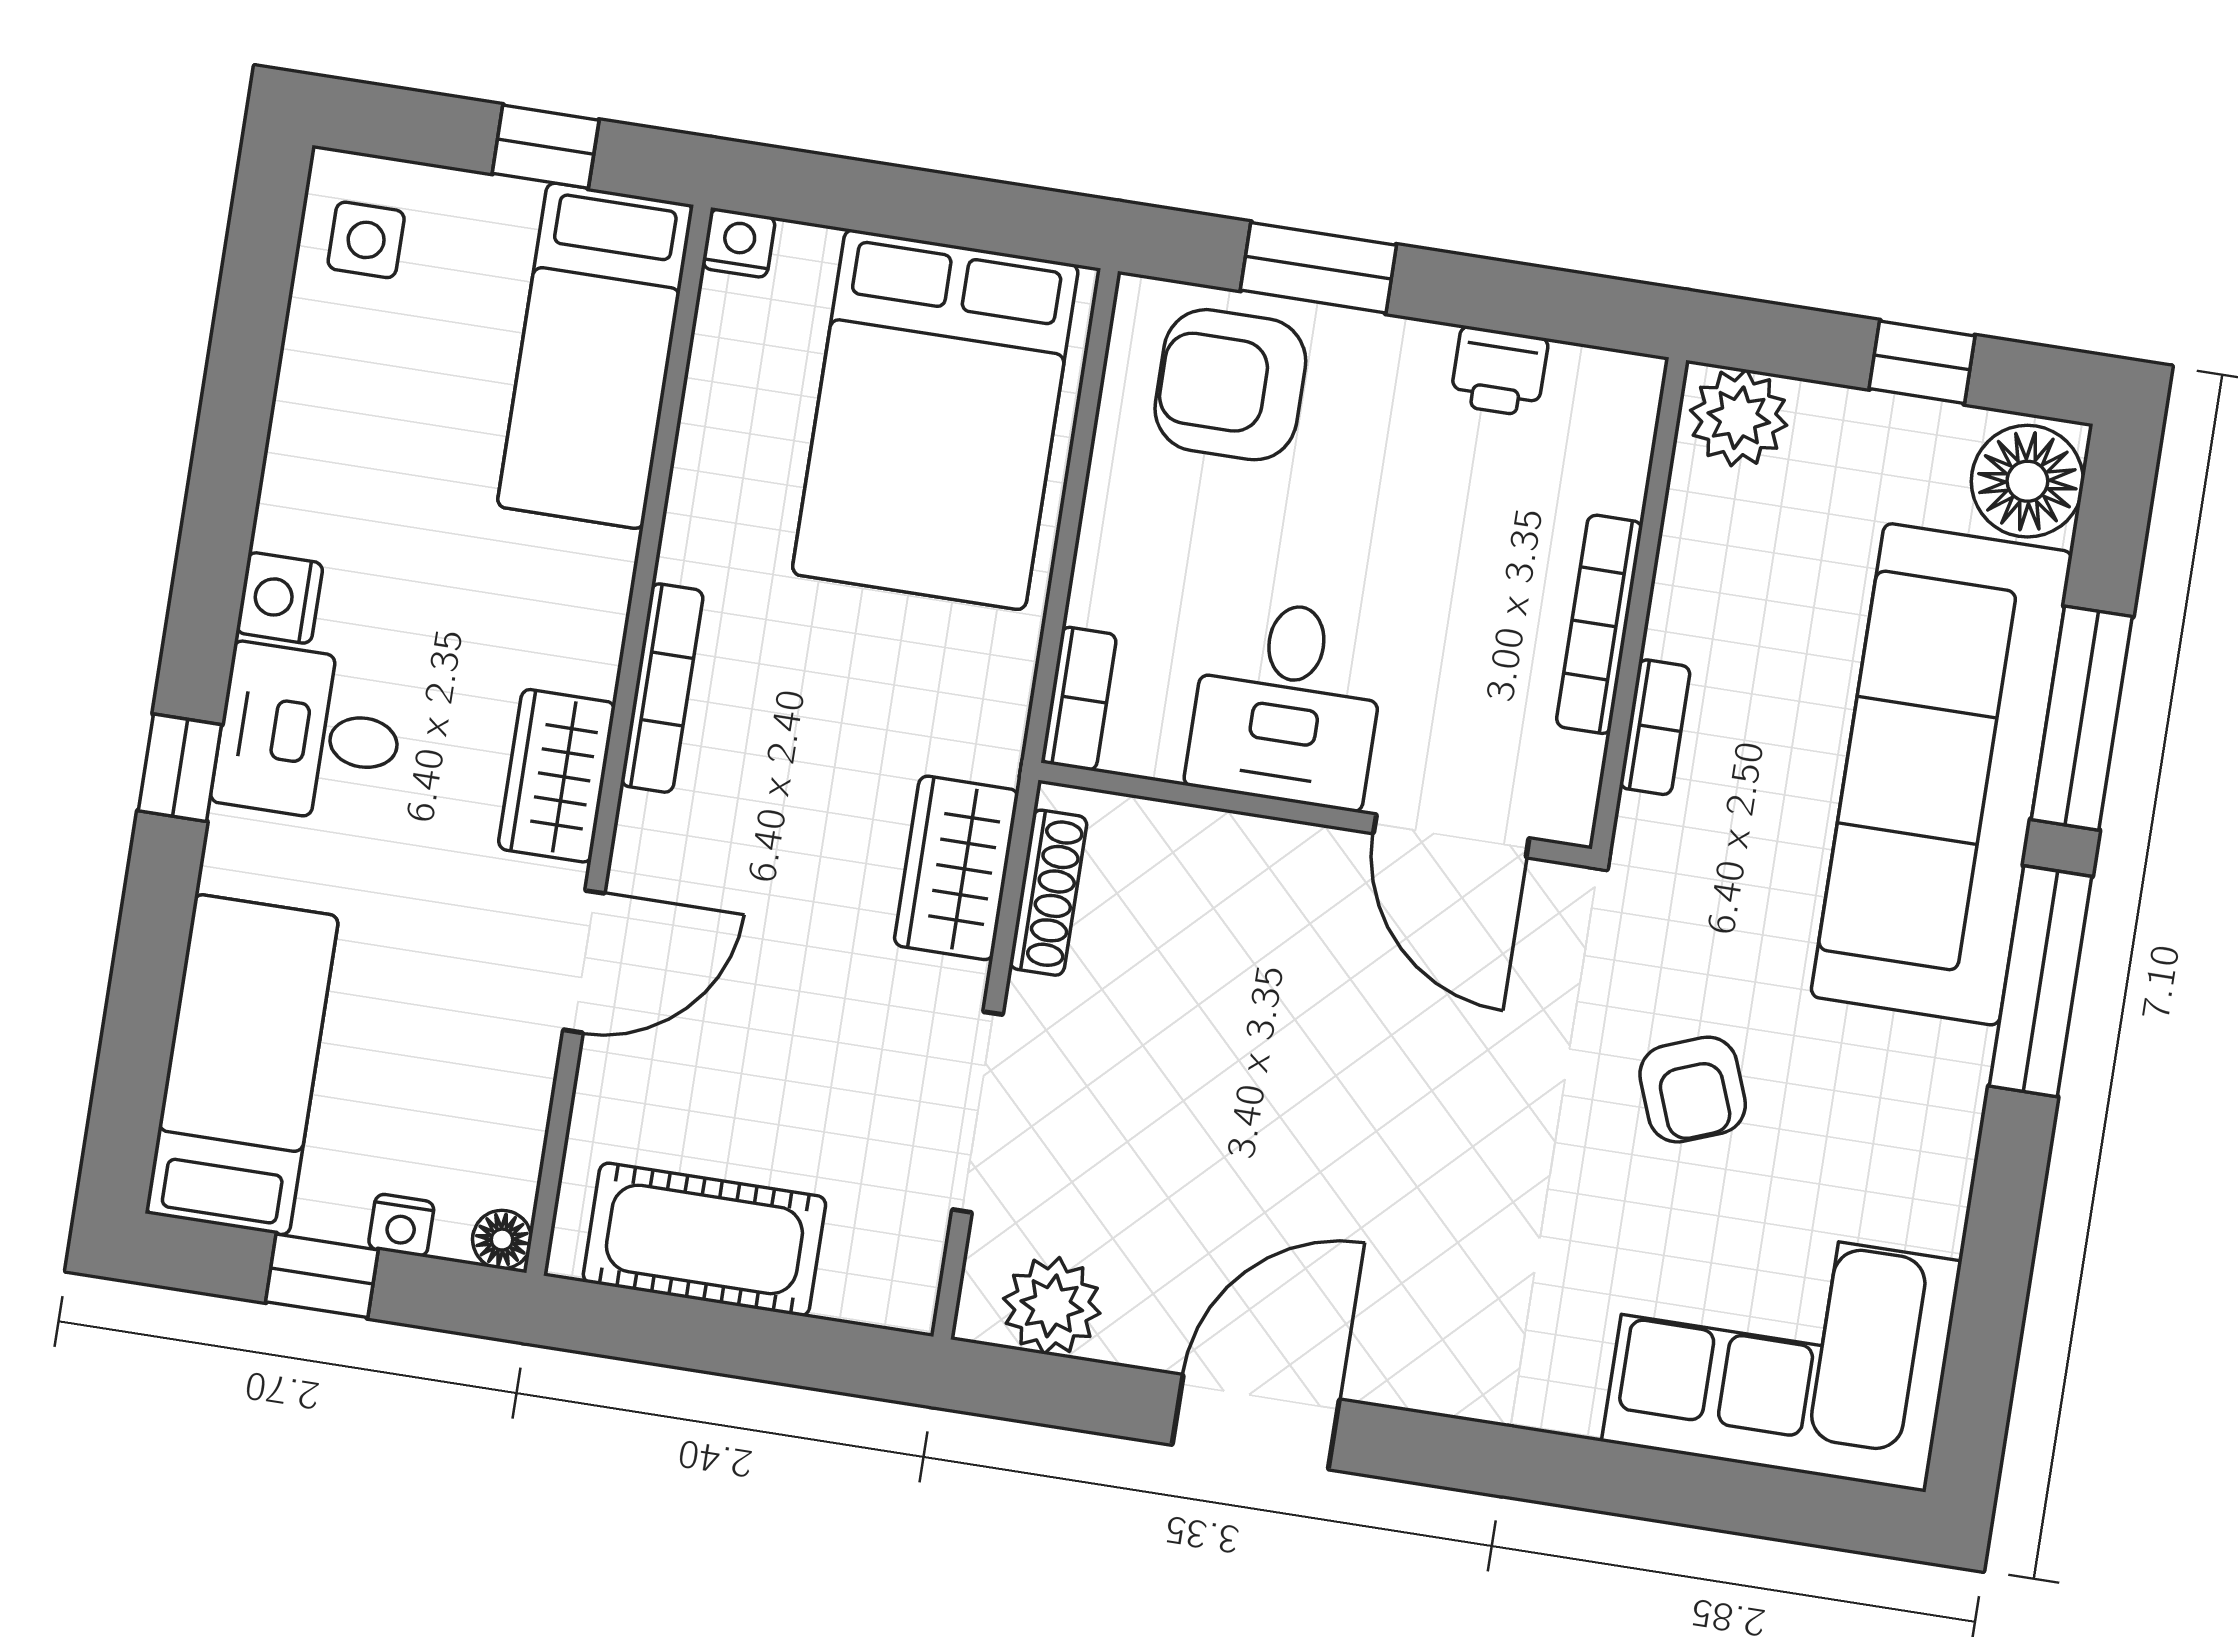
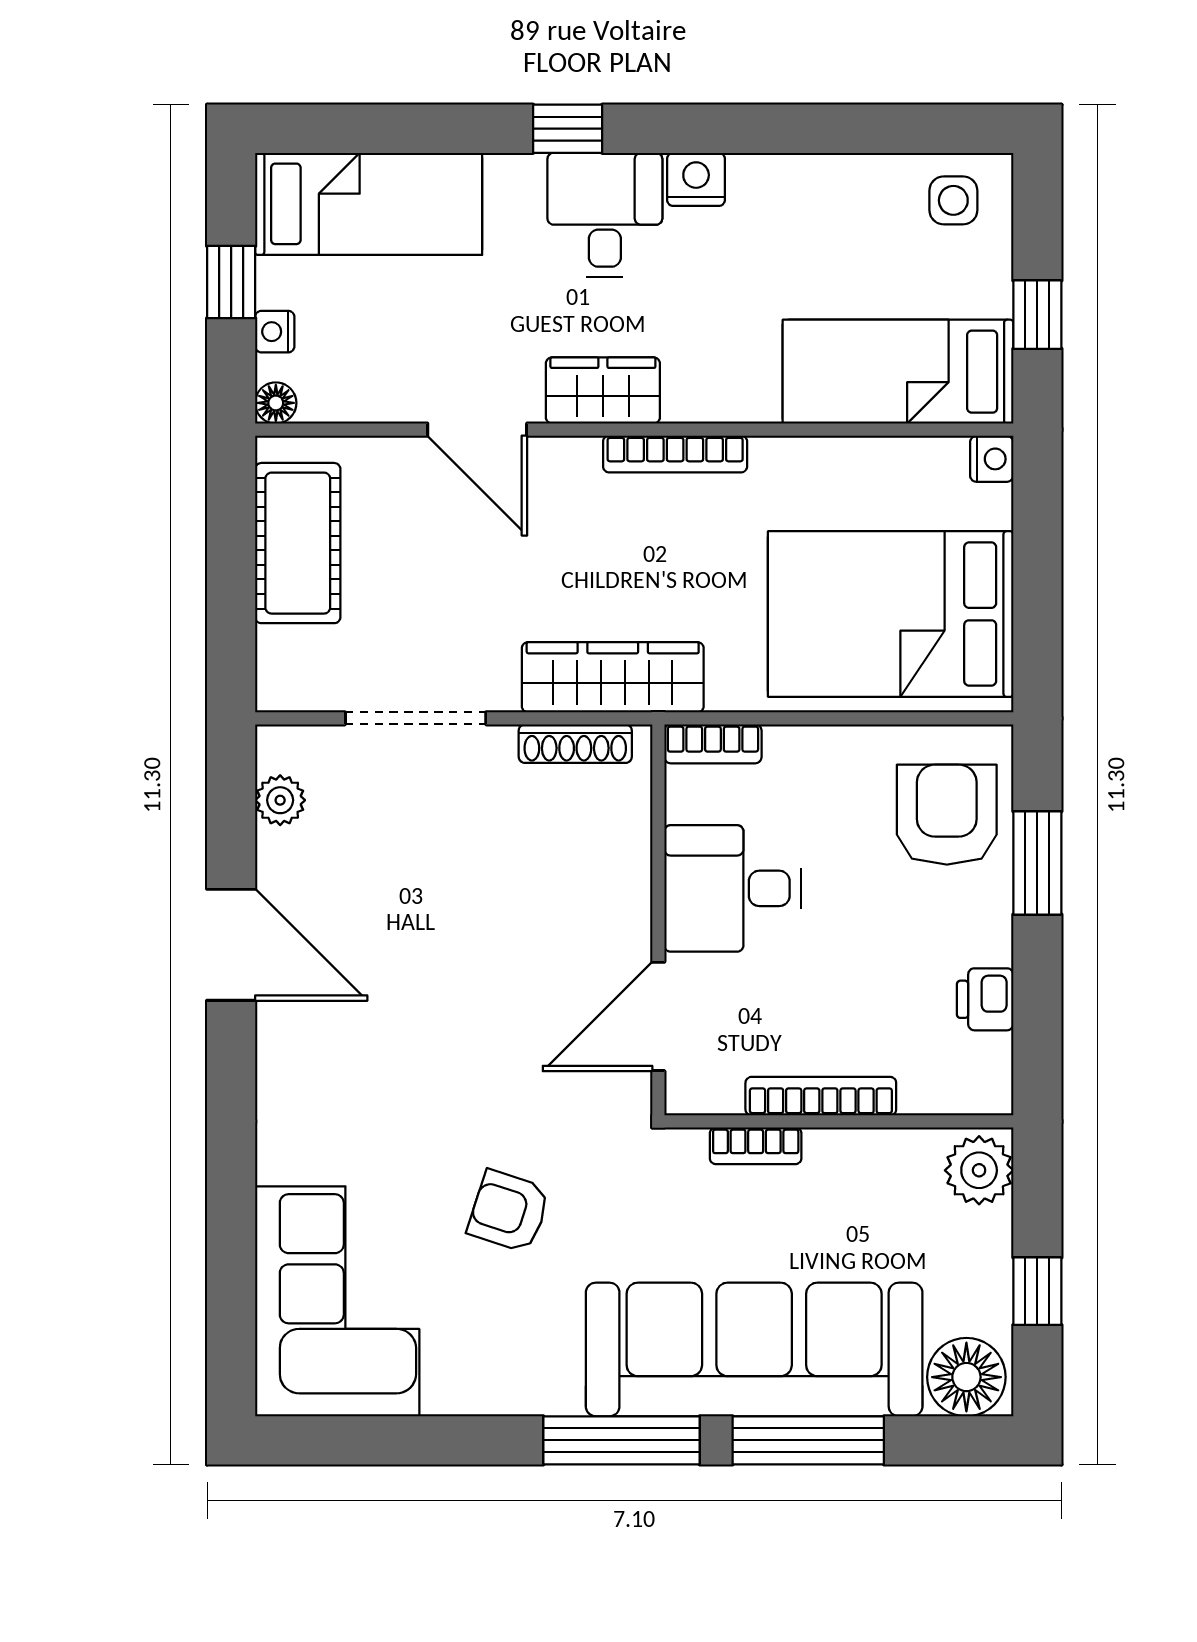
wardrobe: (956, 868) -> (613, 677), width x1.50
armchair: (1693, 1090) -> (509, 1211), turned 39
plant: (1052, 1306) -> (280, 800), width x0.73, depth x0.73

